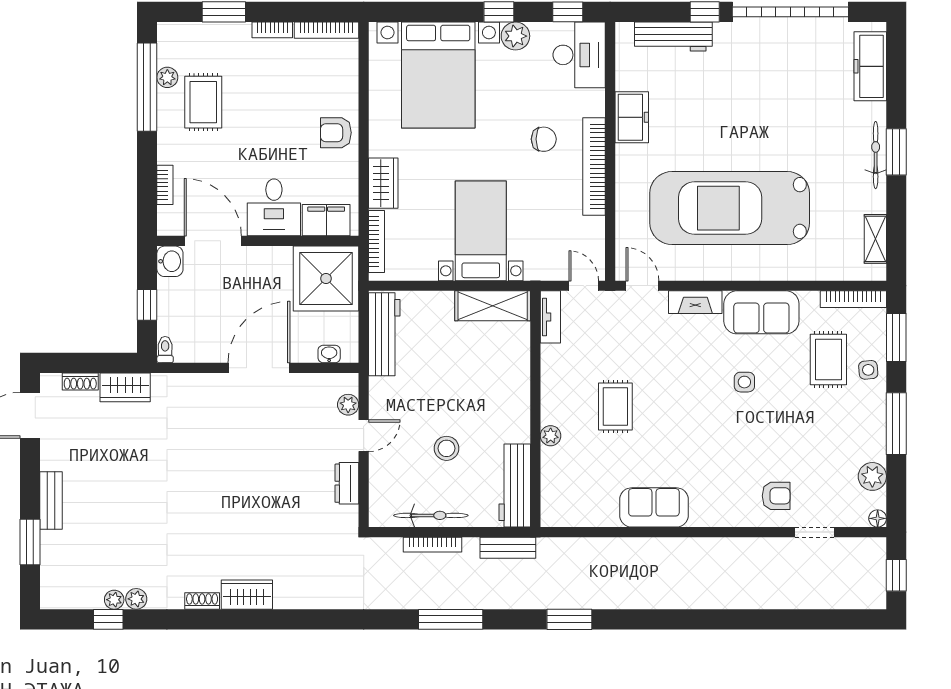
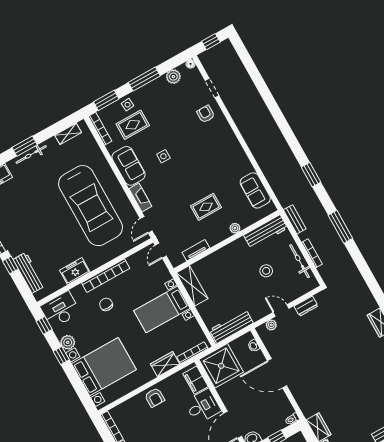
tv unit: (550, 317) -> (196, 250), moved
sofa: (654, 507) -> (255, 190), moved

